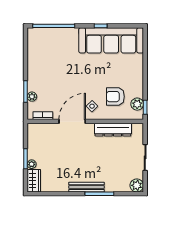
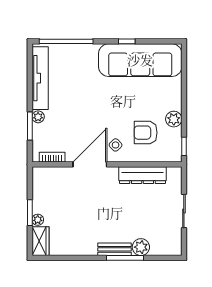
tv unit: (33, 54) -> (40, 78), added
plant: (32, 97) -> (38, 117), moved
plant: (137, 104) -> (174, 119), moved
plant: (137, 185) -> (141, 247), moved
bench: (87, 187) -> (115, 249), width x0.73

